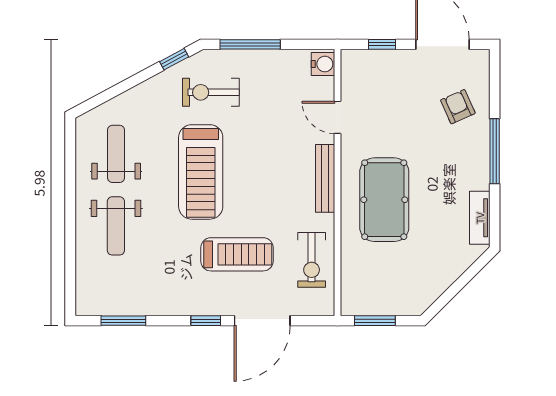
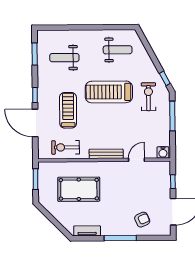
pool table: (384, 200) -> (79, 189), moved
weight bench: (116, 226) -> (64, 58), moved
treadmill: (237, 254) -> (68, 110), turned 180

